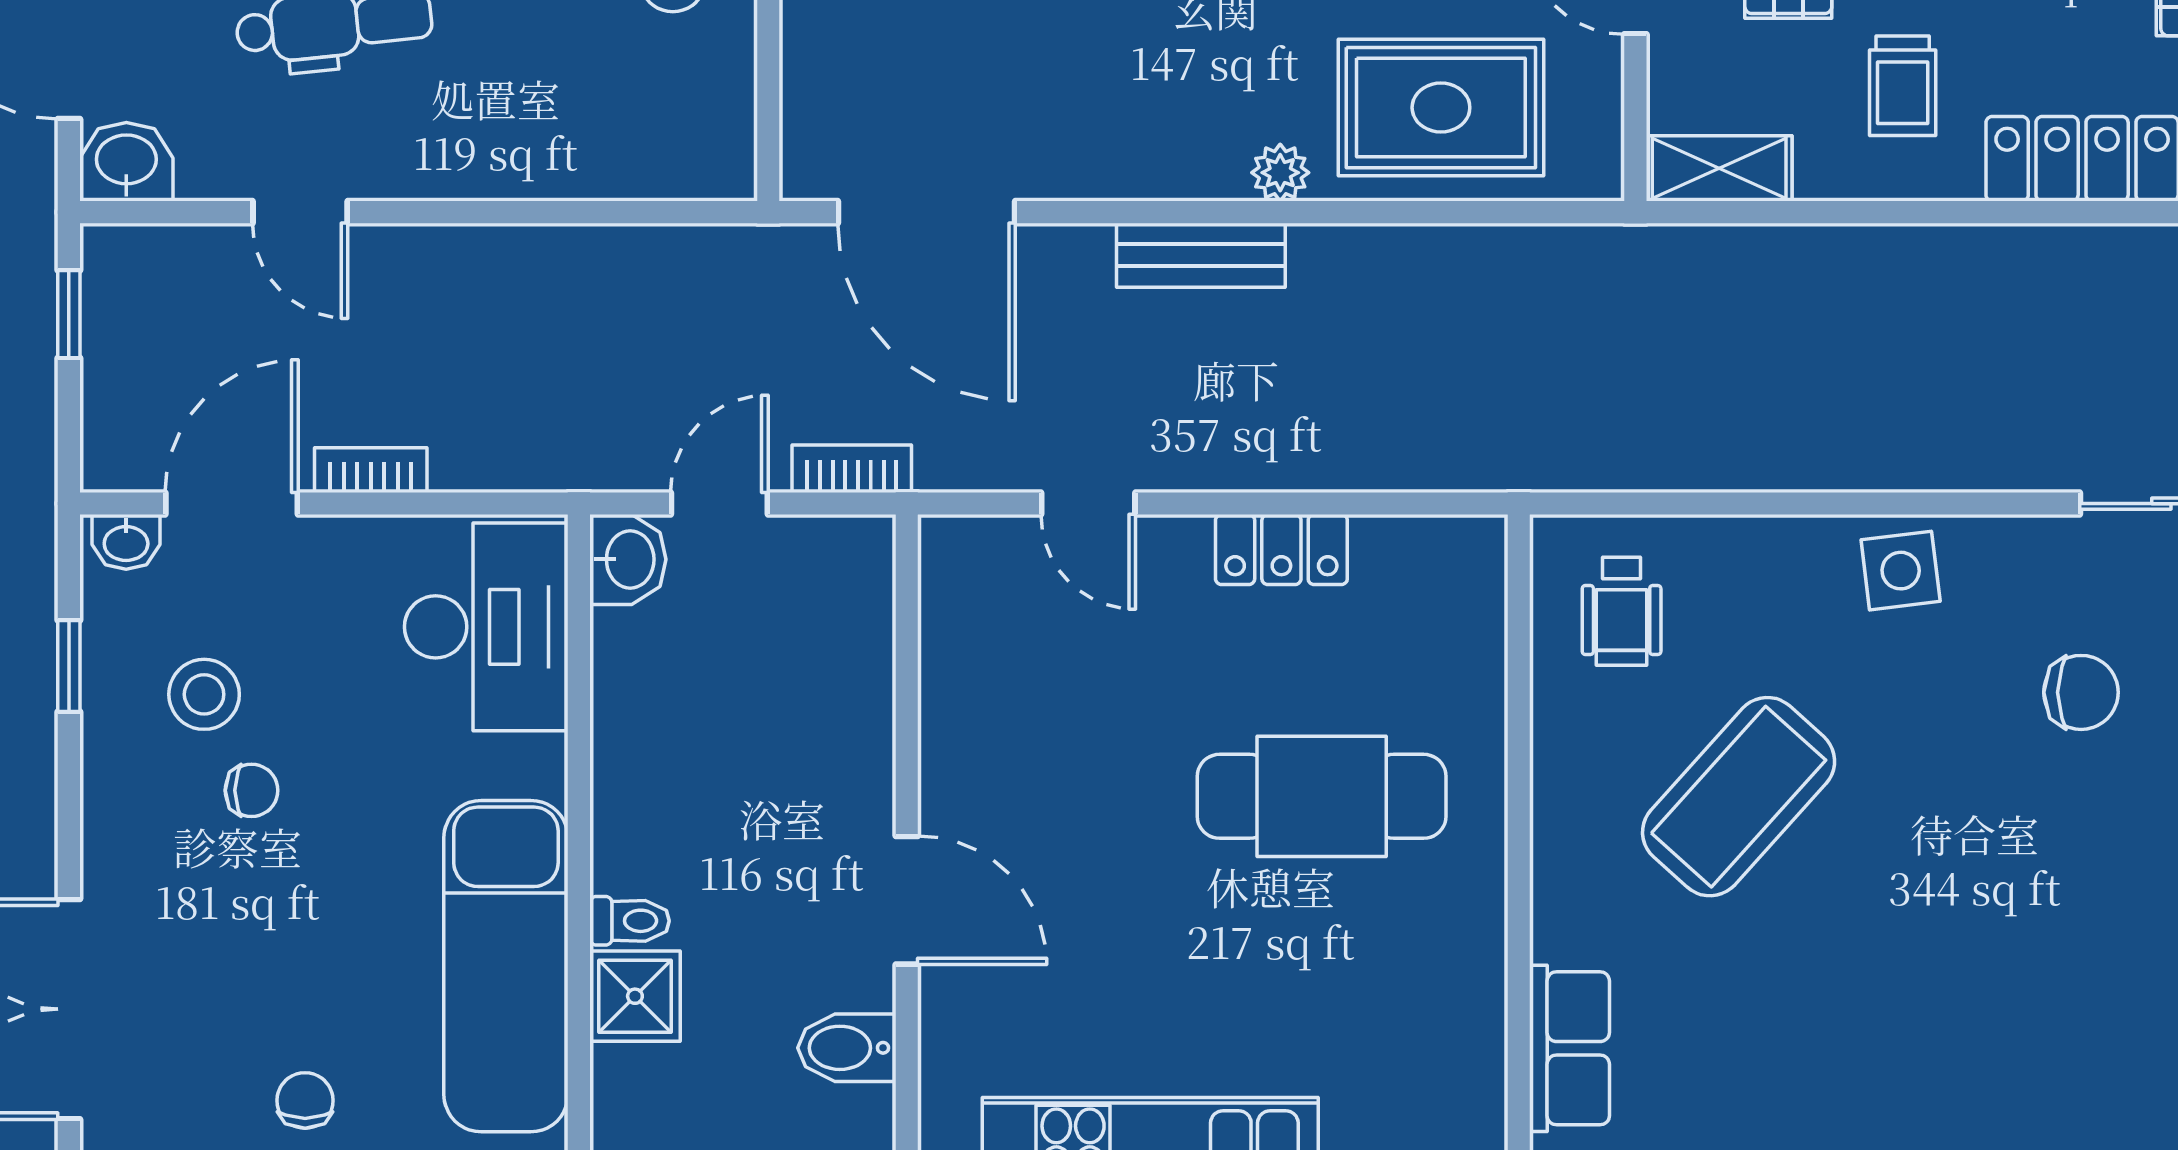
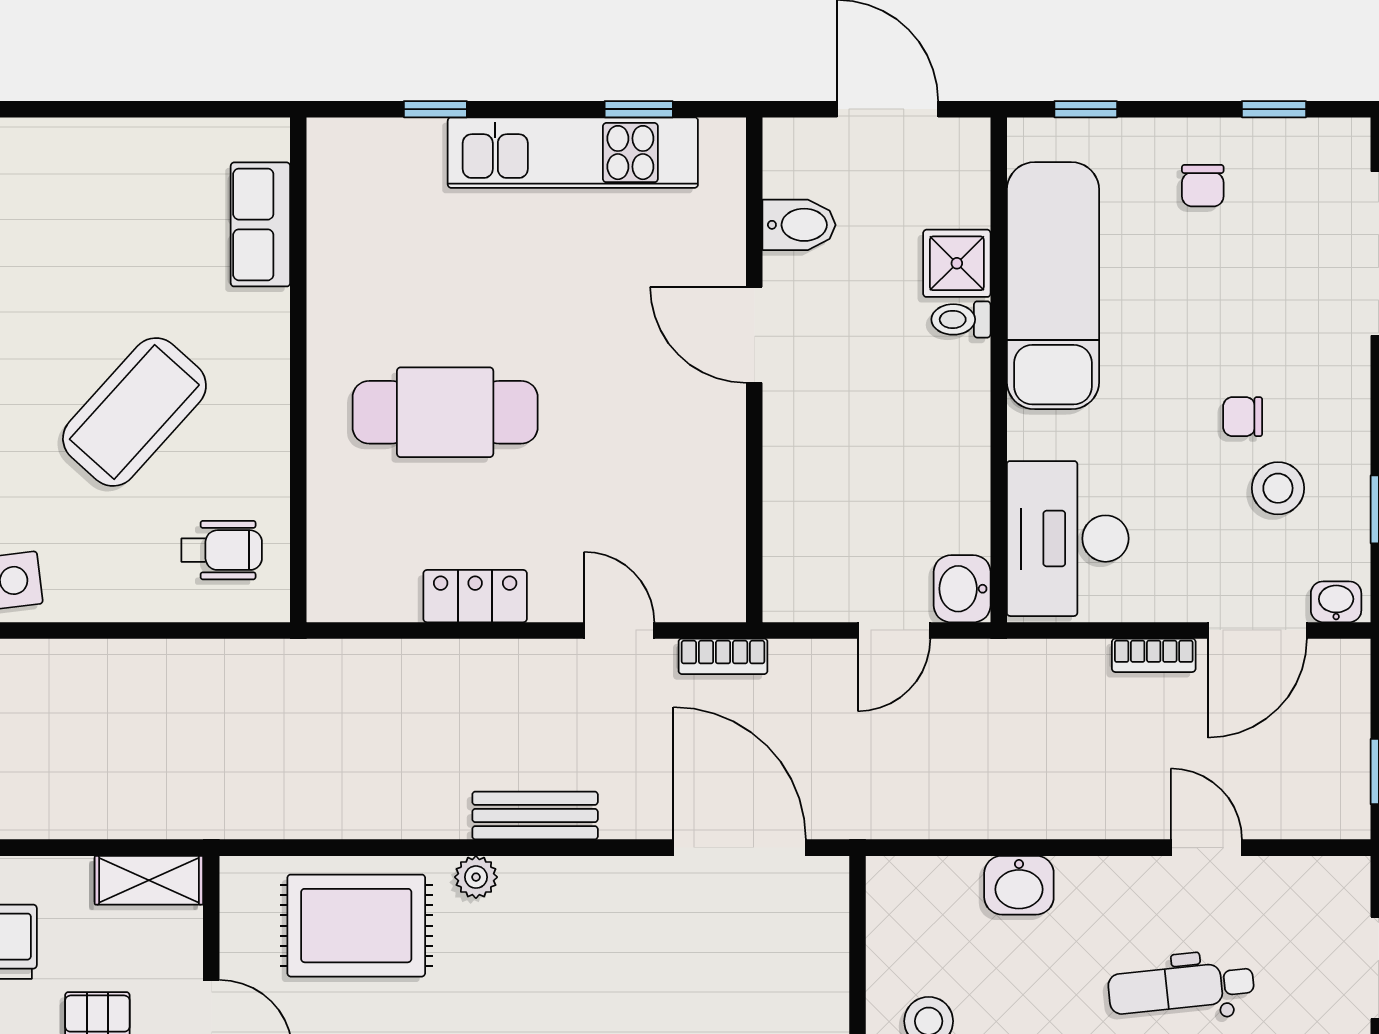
washbasin: (126, 162) -> (1019, 885), moved
bookcase: (852, 469) -> (723, 656), moved
wheelchair: (1622, 611) -> (222, 550), turned 90

